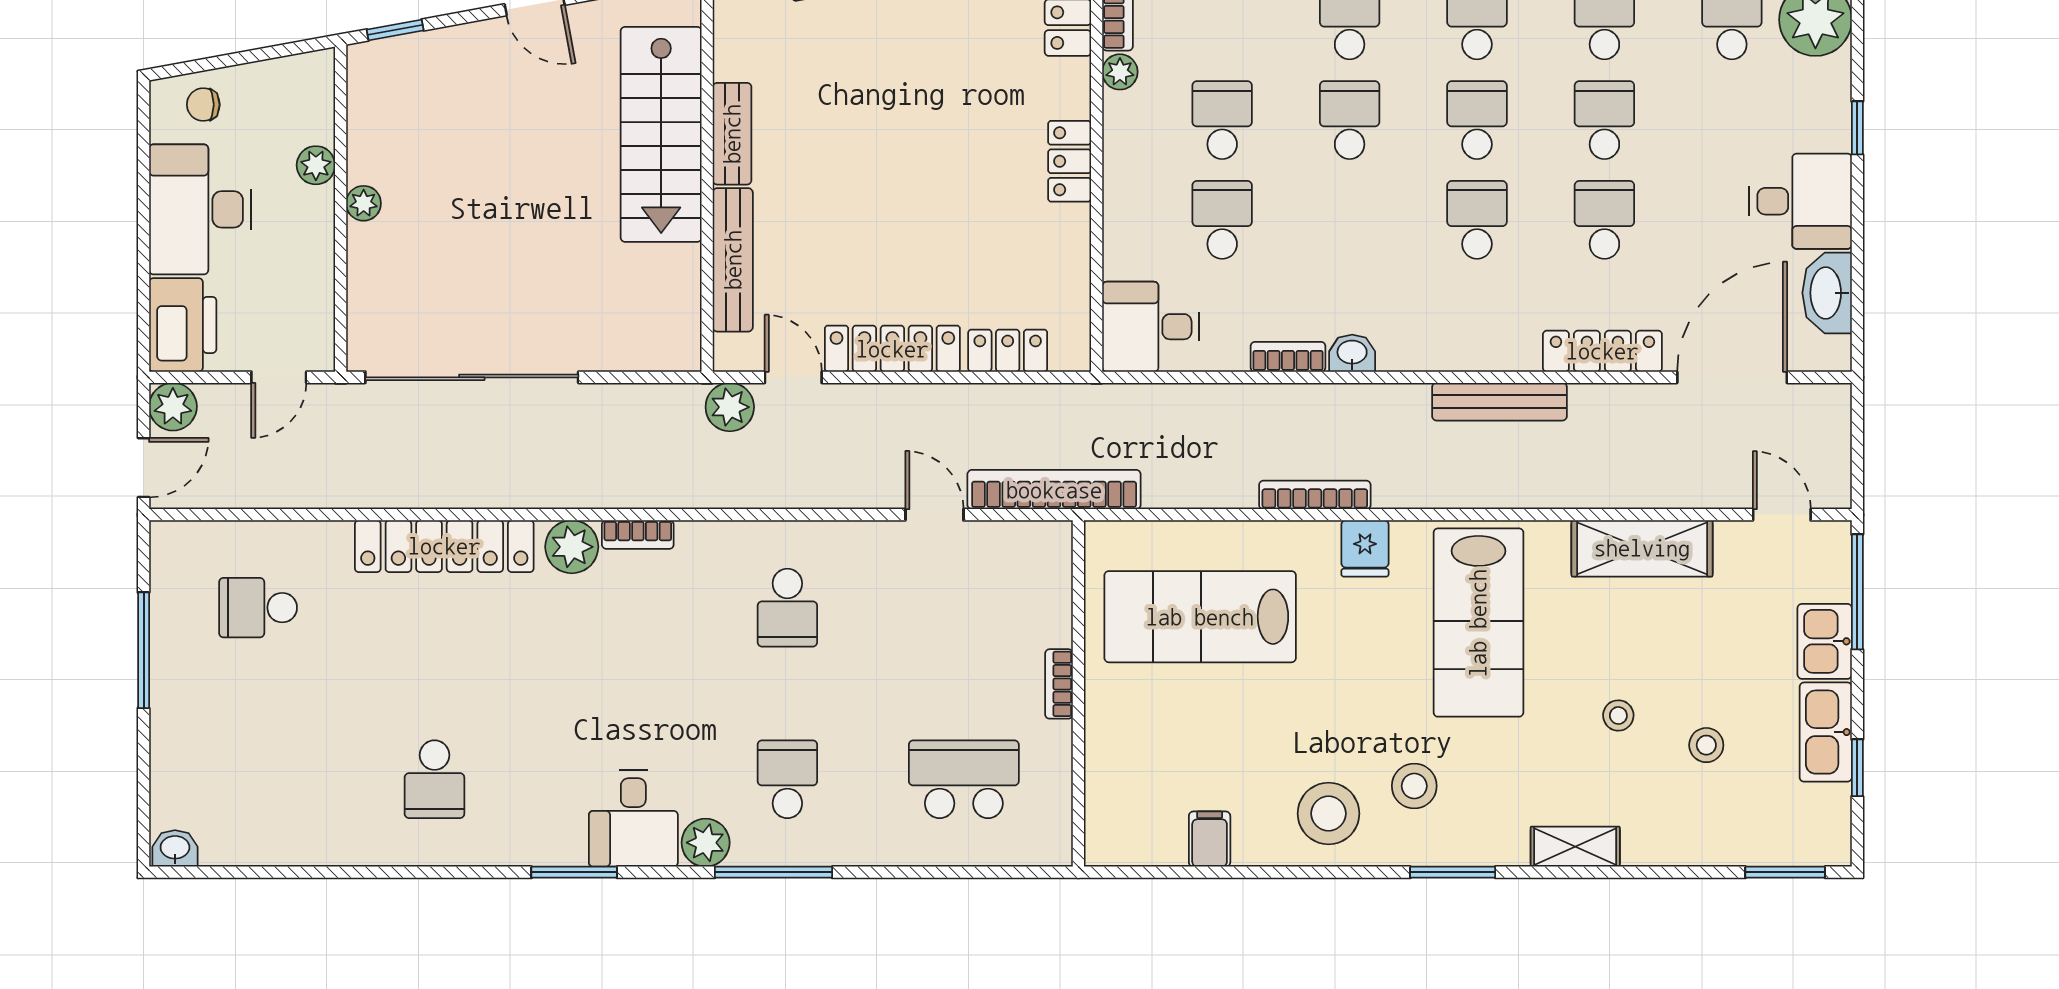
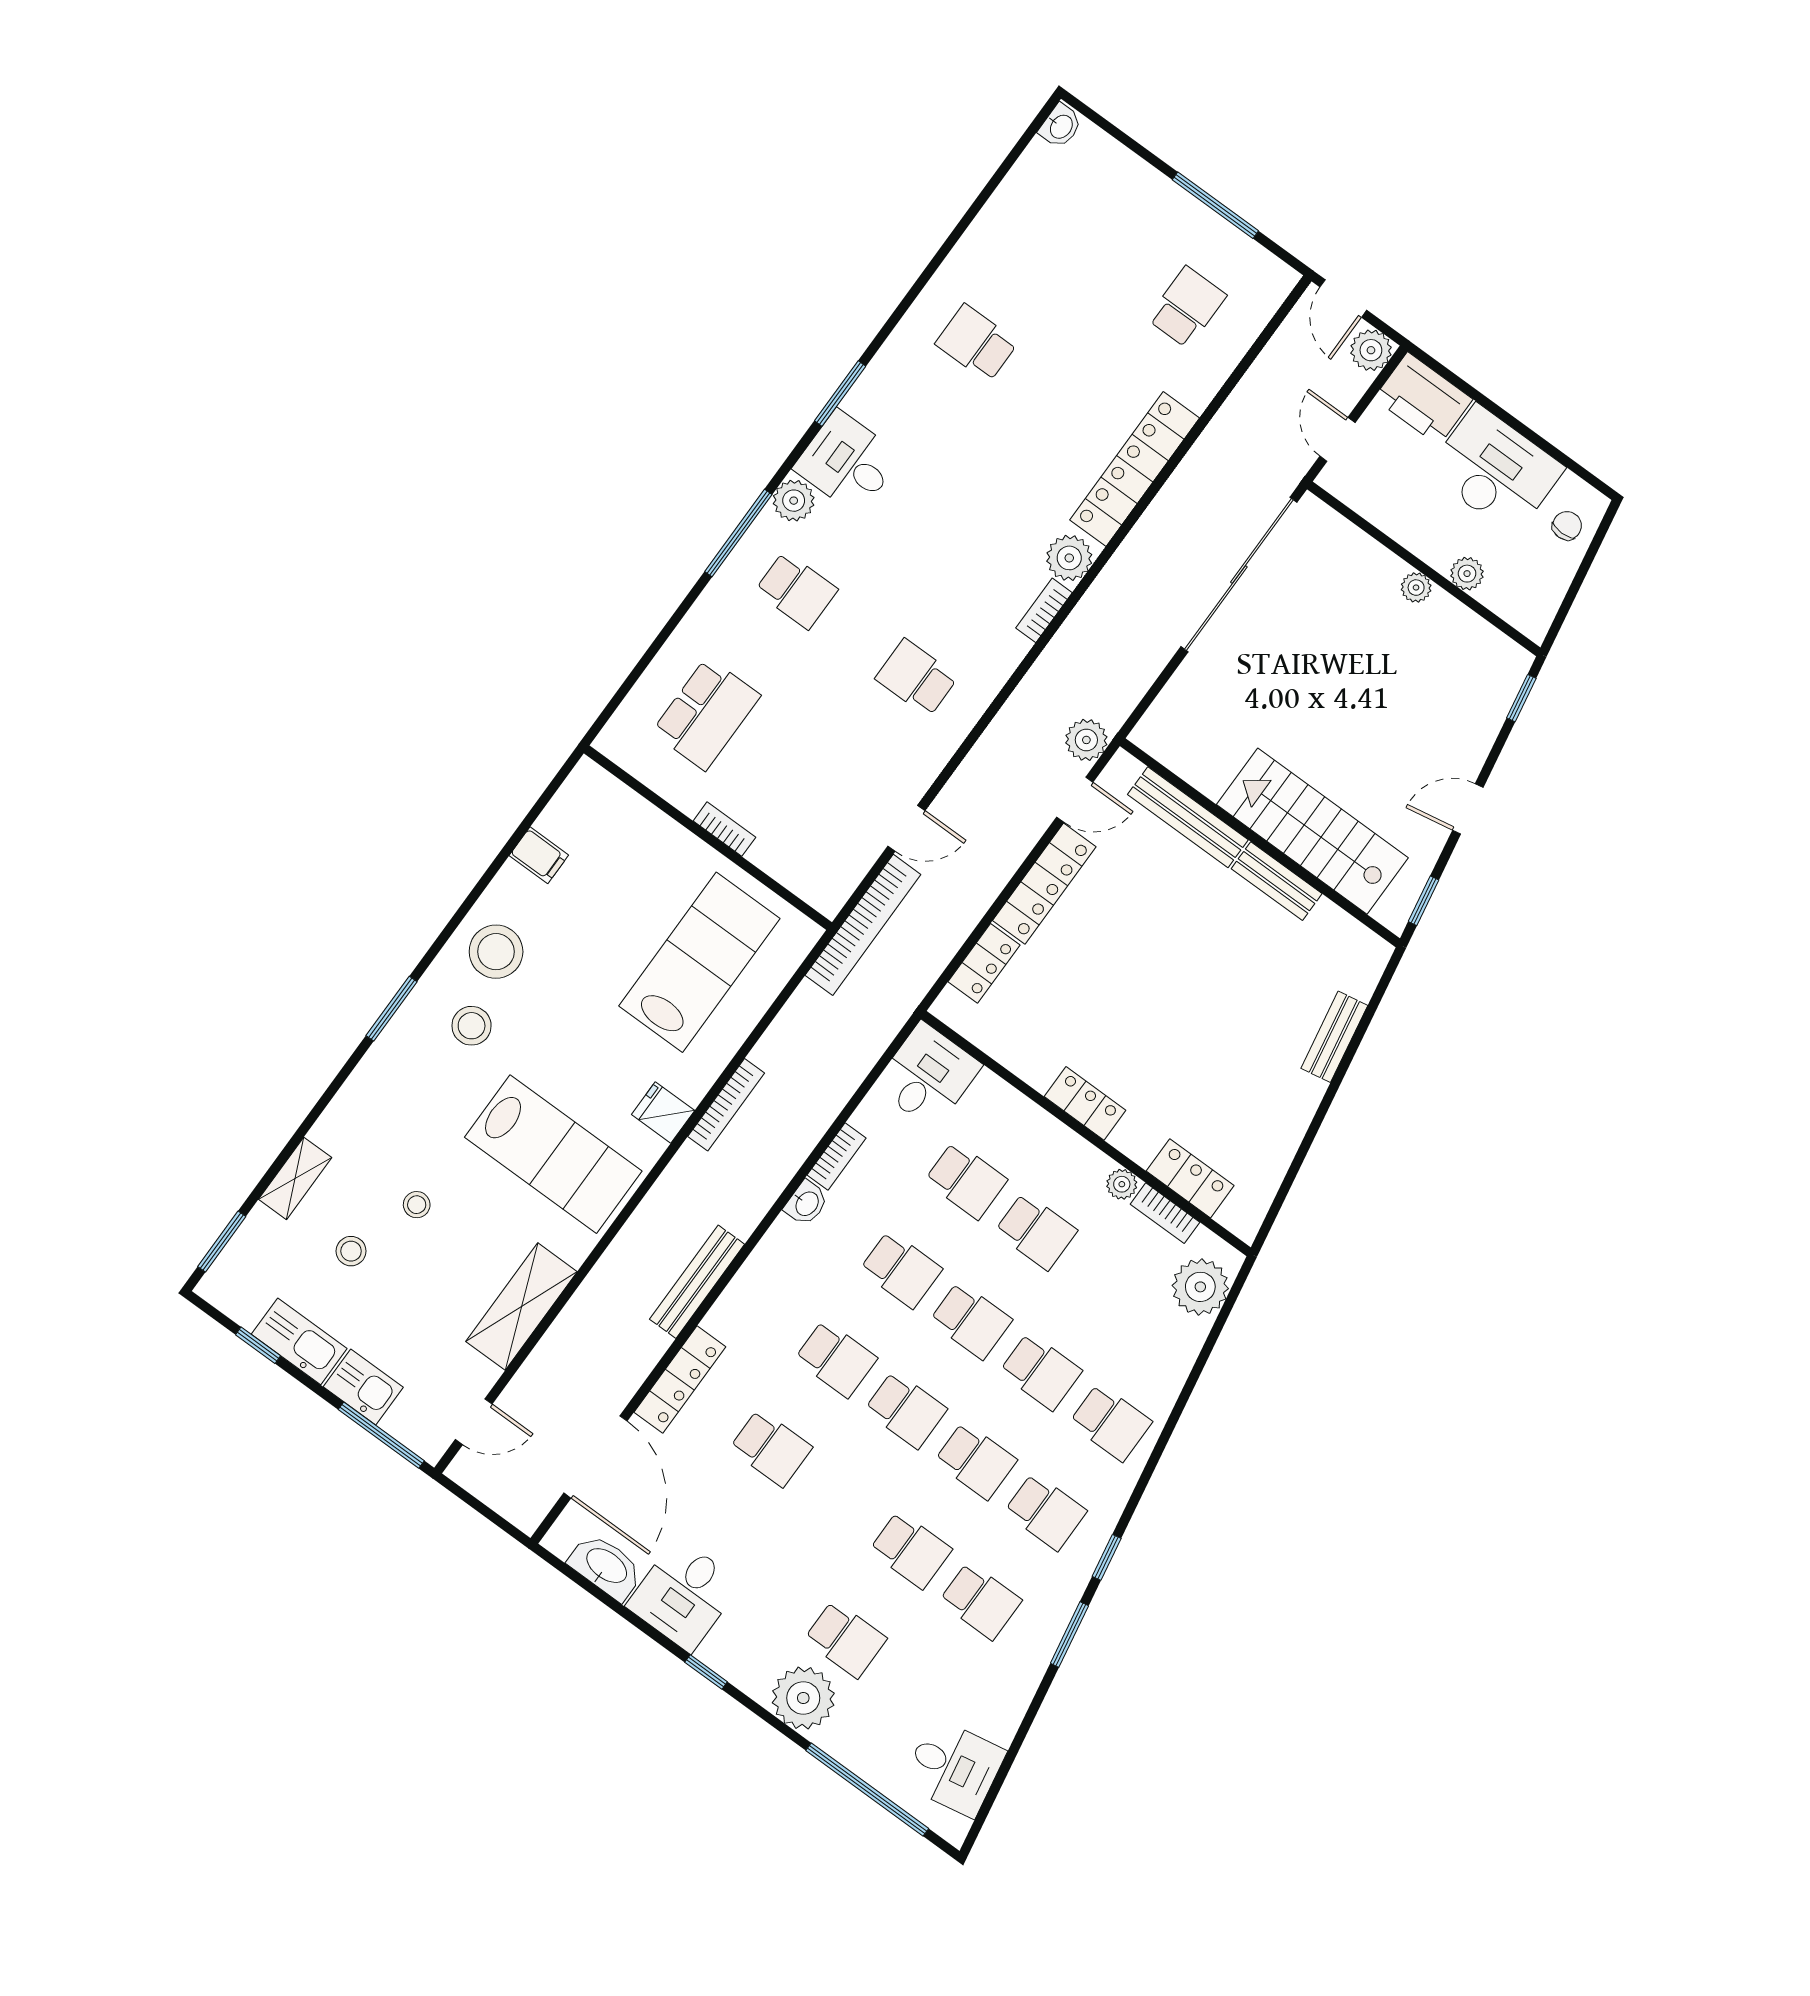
school desk: (1604, 120) -> (901, 1269), moved
lab bench: (1478, 623) -> (553, 1154), turned 180
shelving: (1575, 847) -> (295, 1178), moved

